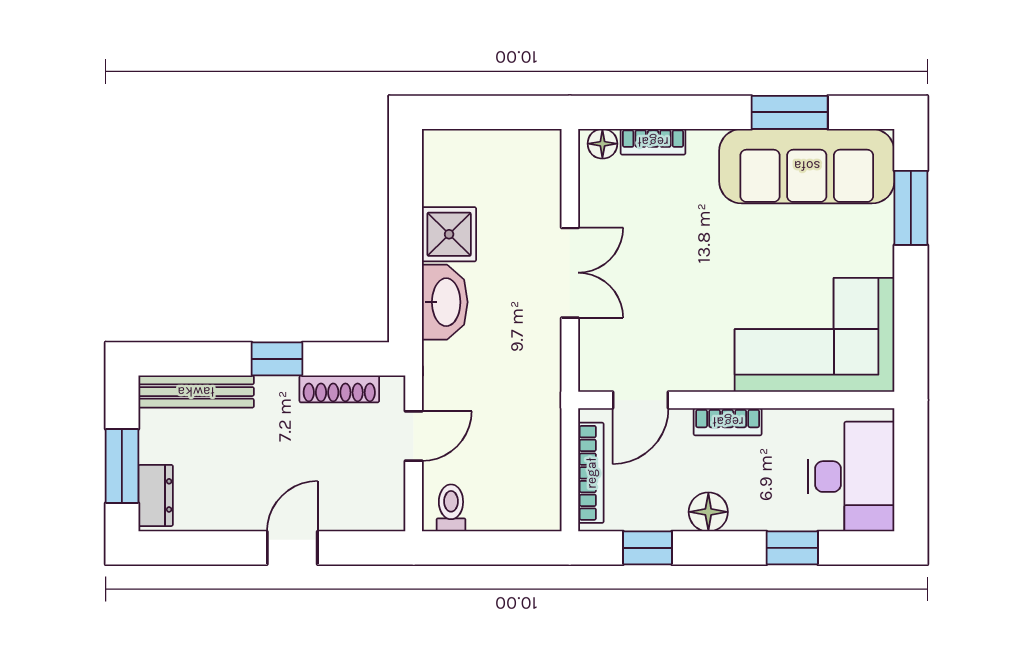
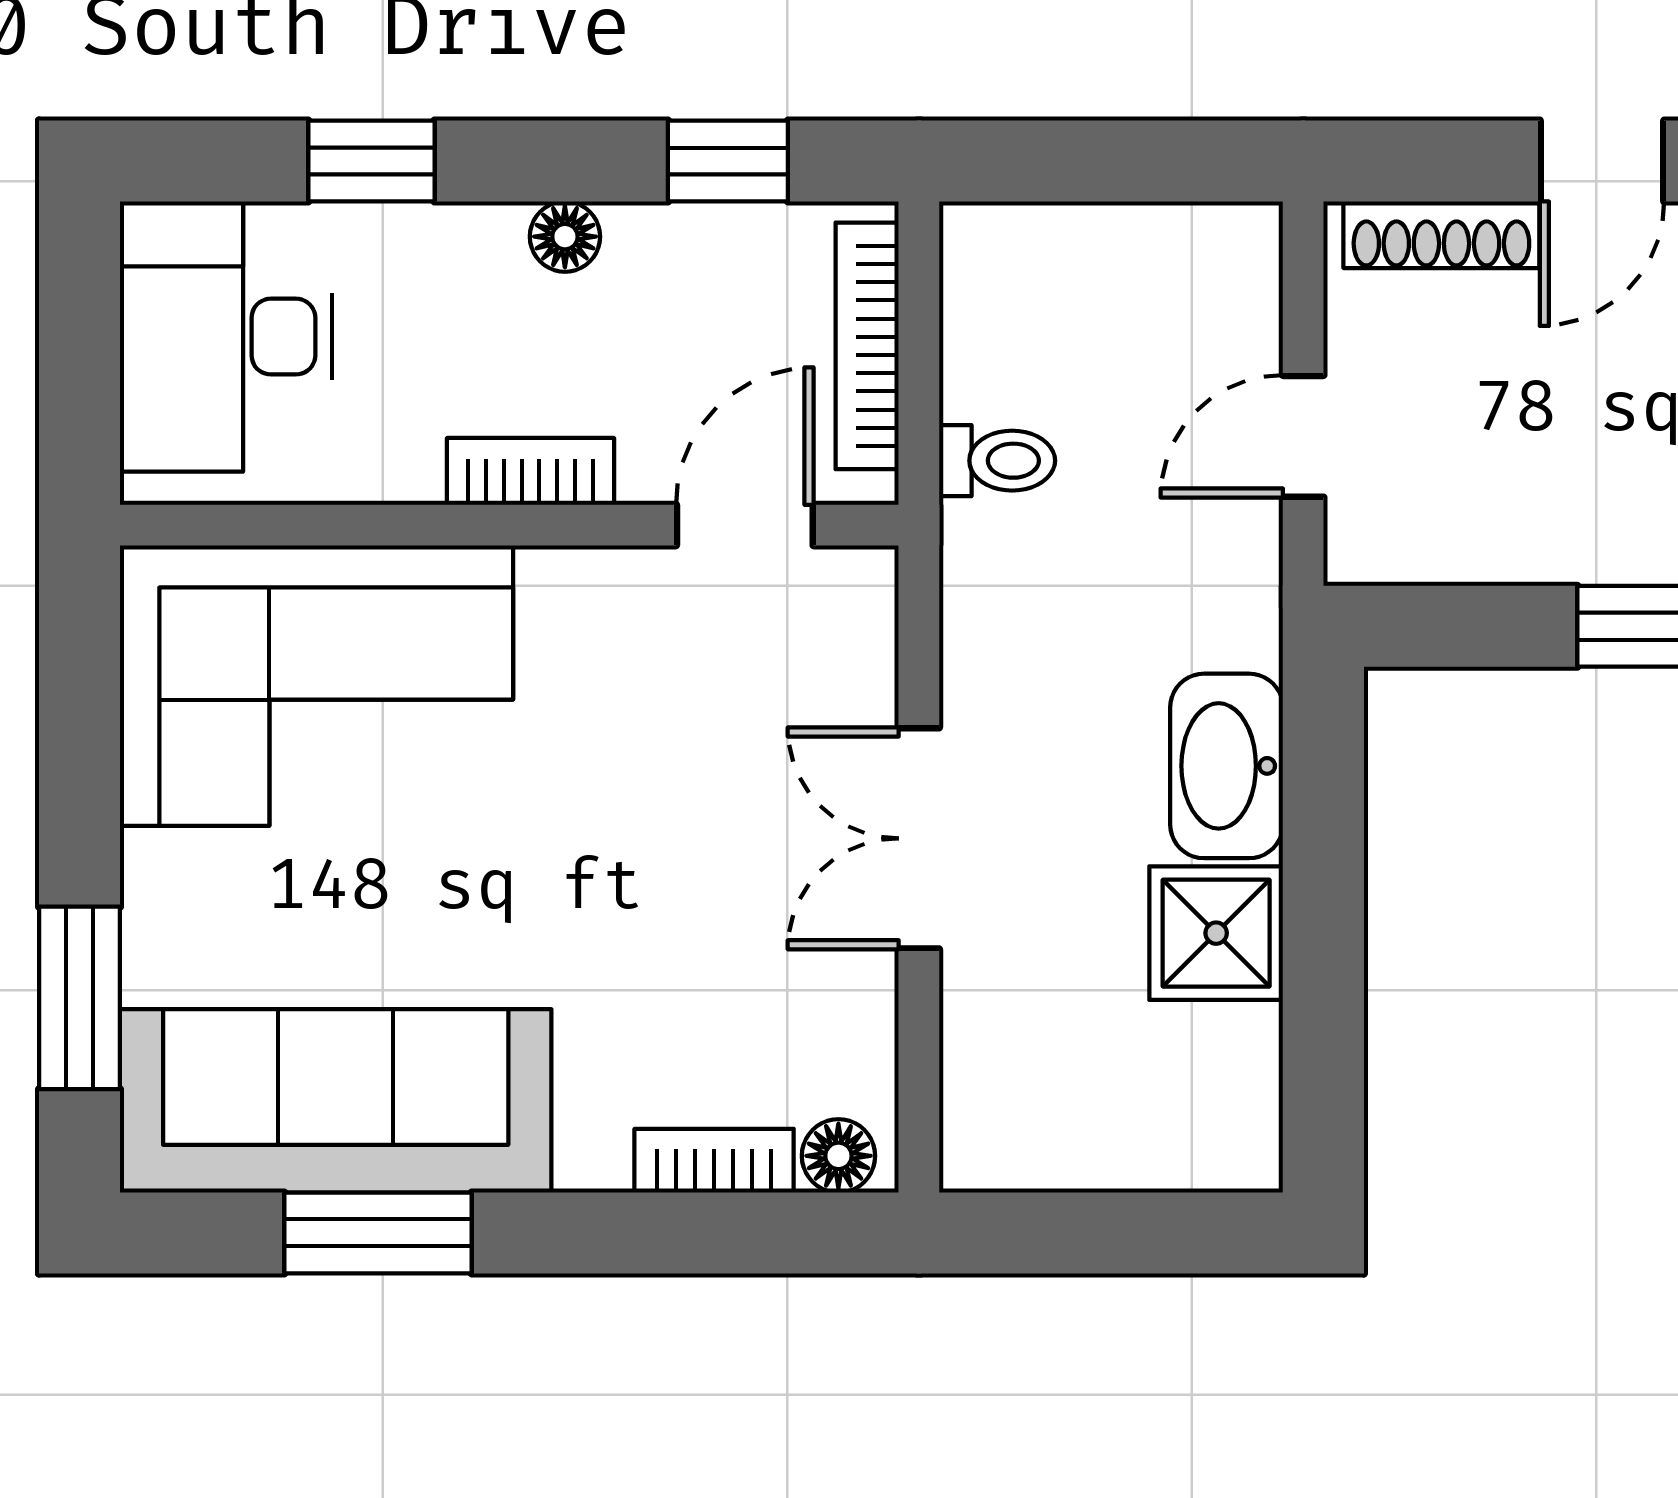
shoe rack: (339, 389) -> (1441, 235), moved, turned 180
toilet: (451, 508) -> (997, 461), moved, turned -90
floor lamp: (708, 512) -> (565, 237), width x0.73, depth x0.73

